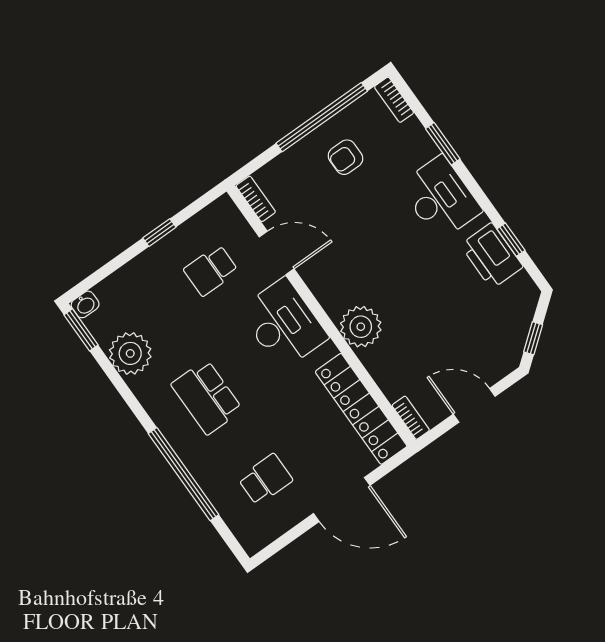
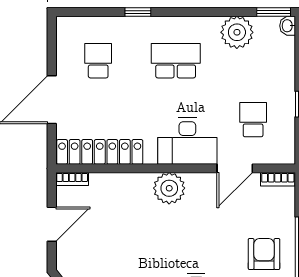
armchair: (345, 157) -> (264, 254), width x1.38, depth x1.38
plant: (361, 327) -> (169, 188), moved
window: (184, 474) -> (138, 12), width x0.32
school desk: (265, 479) -> (98, 61), turned 180

